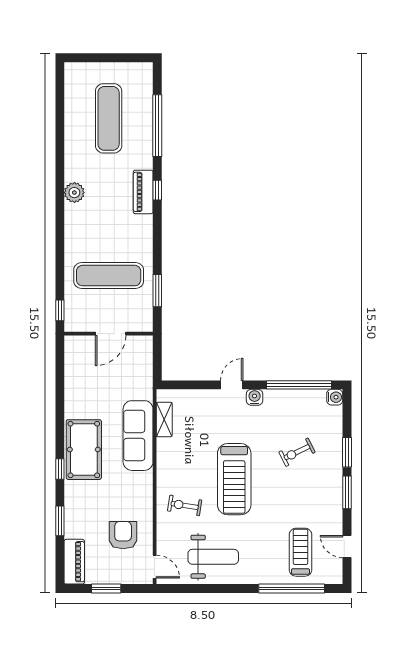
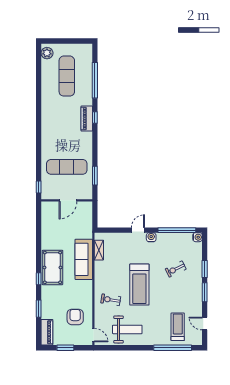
plant: (74, 193) -> (47, 53), moved

